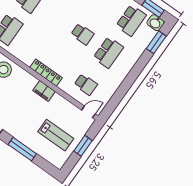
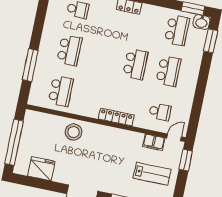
school desk: (82, 34) -> (135, 64), width x1.85
filing cabinet: (44, 91) -> (154, 142), moved
window: (83, 146) -> (186, 160), moved

